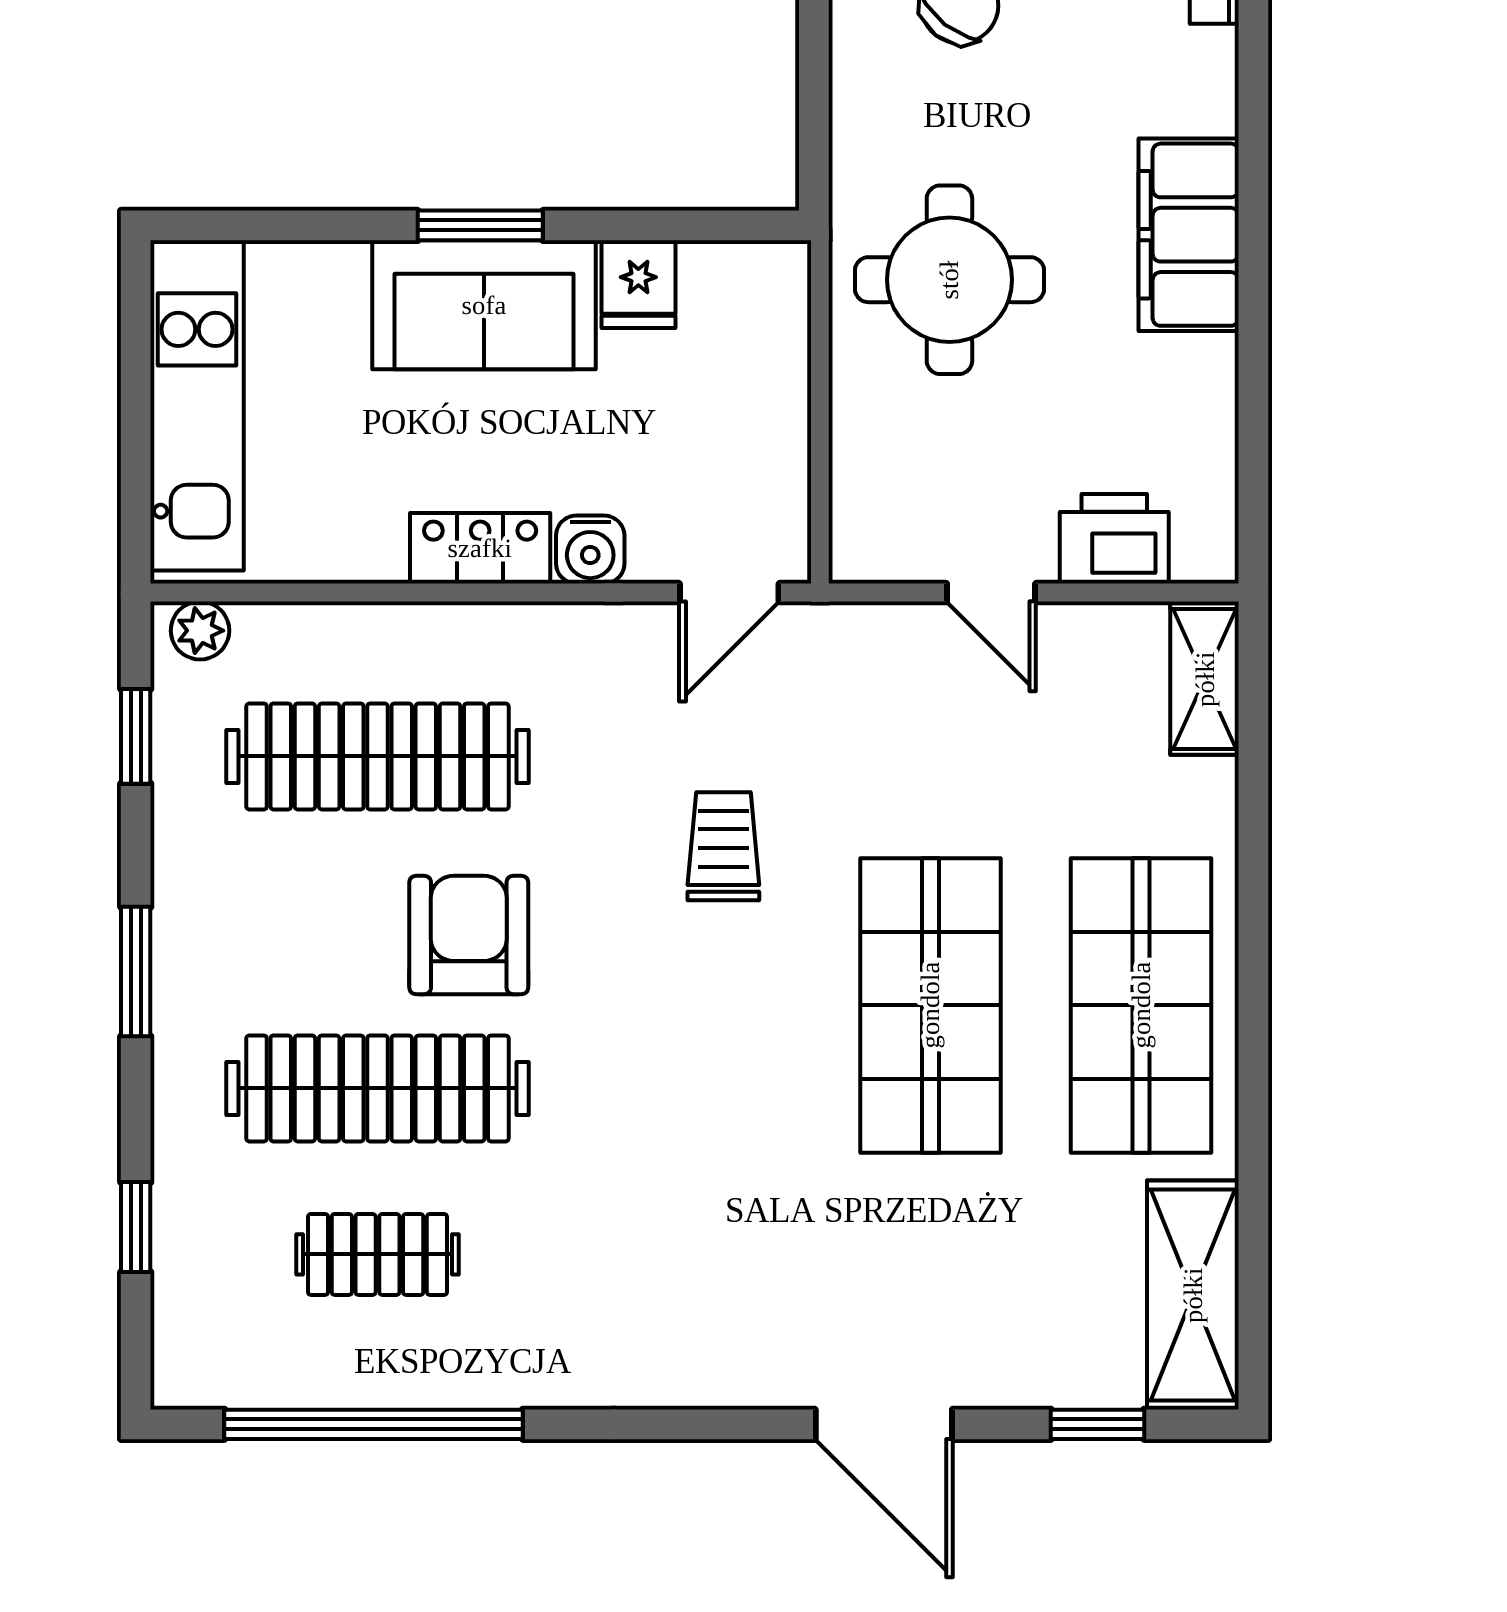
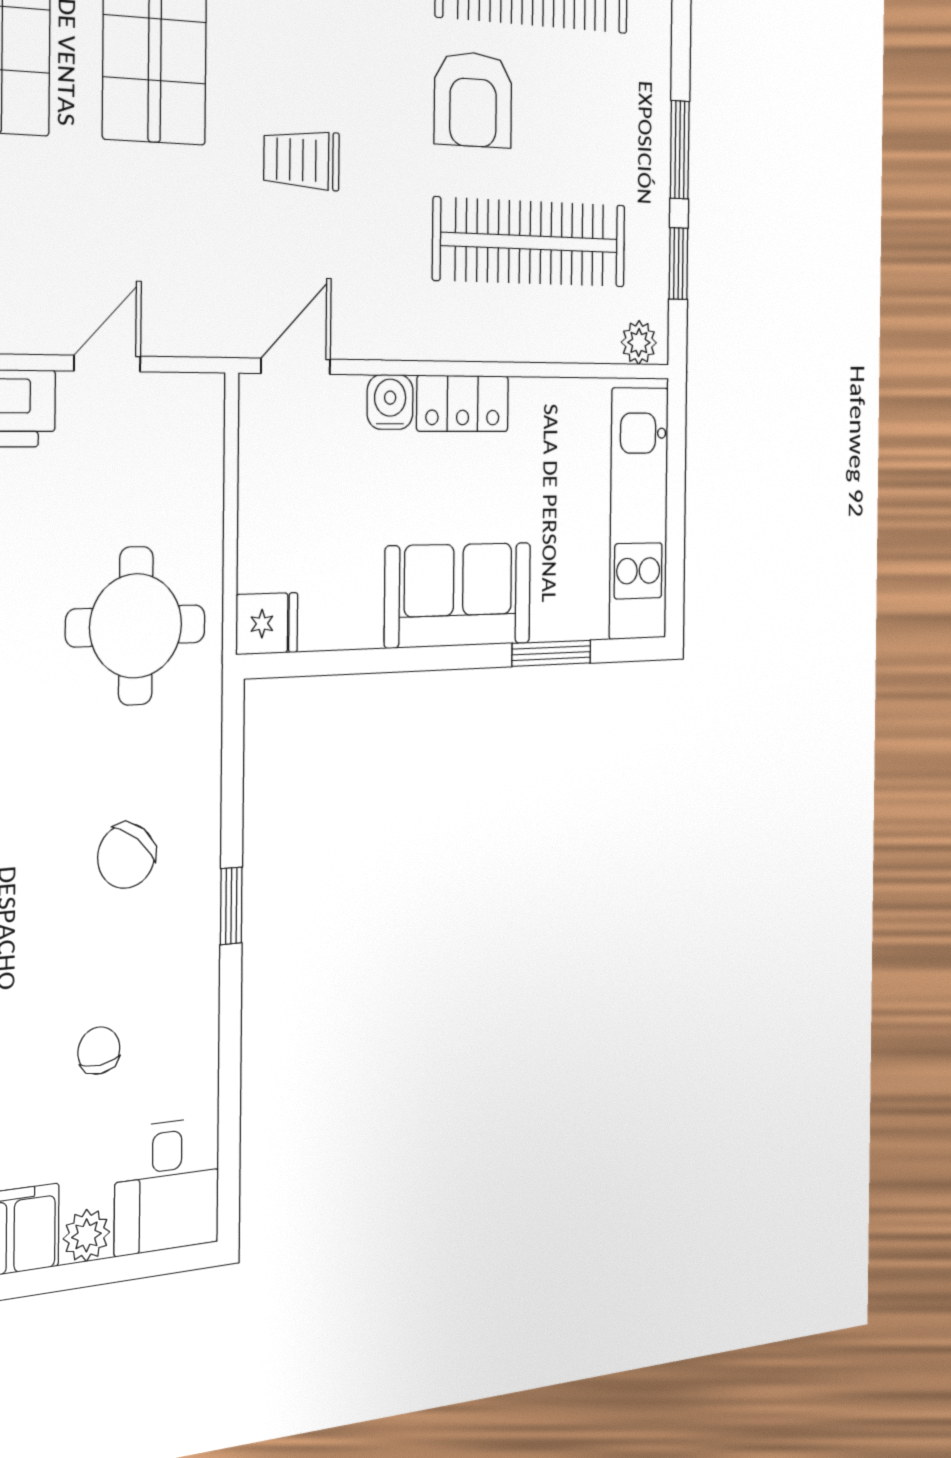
window: (480, 225) -> (551, 653), moved
fridge: (638, 284) -> (267, 624), moved, turned 90
door: (991, 593) -> (107, 364), hinge flipped
trolley: (723, 846) -> (302, 160), turned 90
window: (136, 972) -> (680, 150), moved

